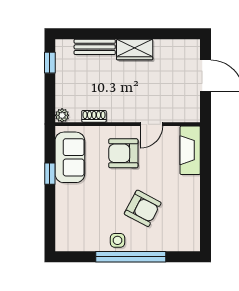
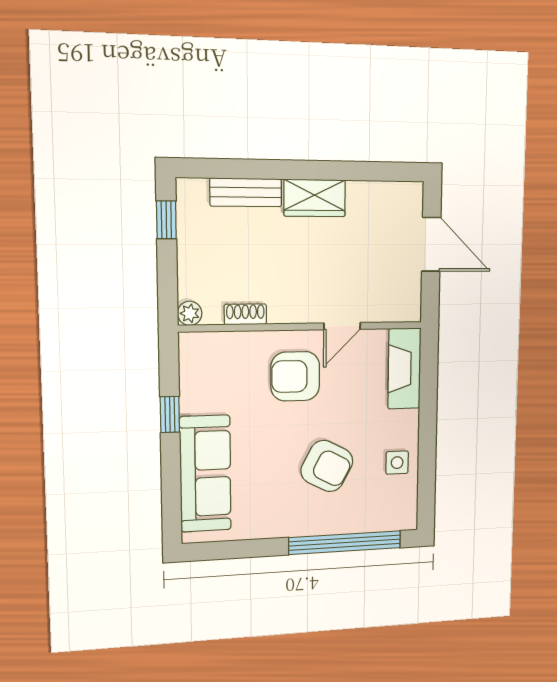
sofa: (70, 157) -> (205, 474), moved, width x1.36
side table: (117, 240) -> (397, 463), moved
window: (131, 257) -> (345, 543), moved

